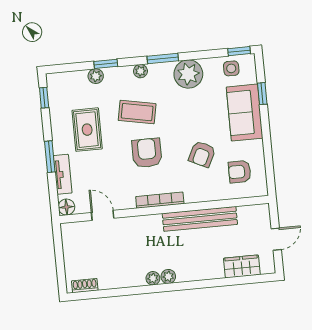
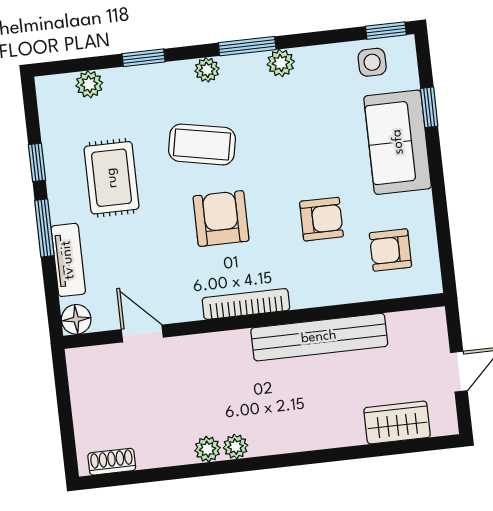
plant: (188, 74) -> (281, 63), width x0.53, depth x0.53
plant: (96, 76) -> (89, 84), moved
window: (44, 98) -> (37, 162), moved
armchair: (202, 154) -> (321, 219), turned -116
plant: (168, 276) -> (207, 449), moved

